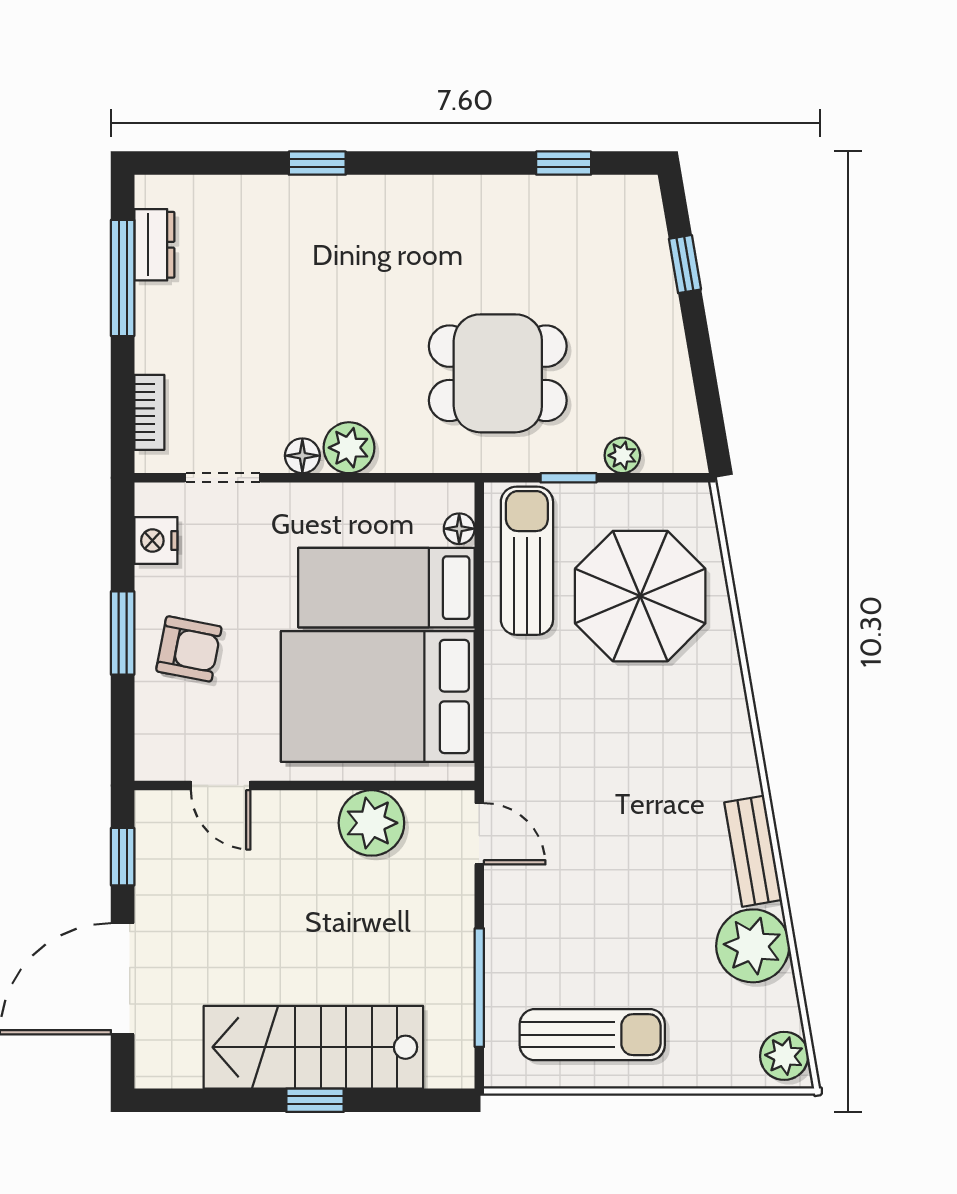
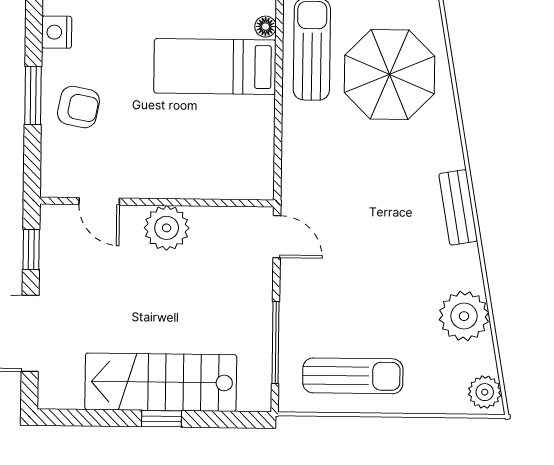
bed: (378, 696) -> (208, 141), removed
plant: (371, 823) -> (167, 228), moved
bench: (753, 851) -> (458, 207), moved

